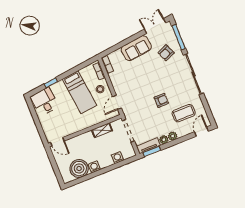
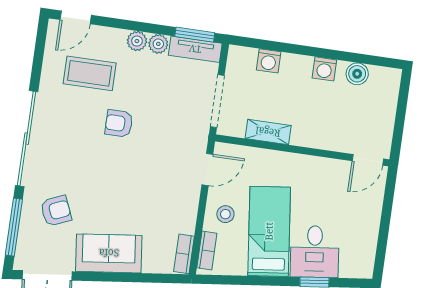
desk: (45, 102) -> (315, 252), moved
door: (57, 142) -> (368, 160), swing flipped
boiler: (79, 168) -> (357, 74), width x0.54, depth x0.54

